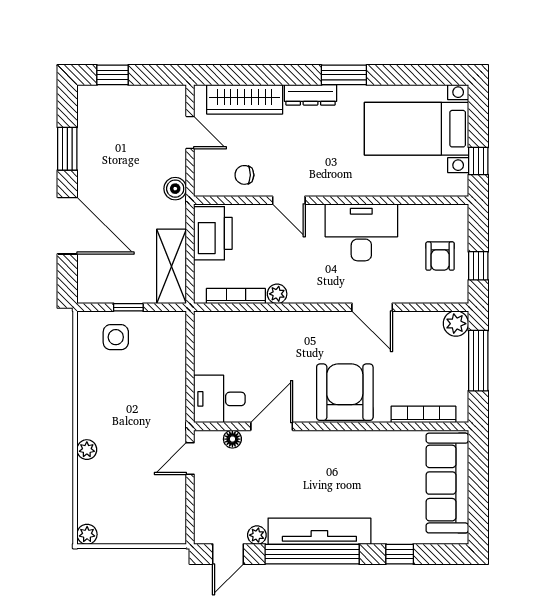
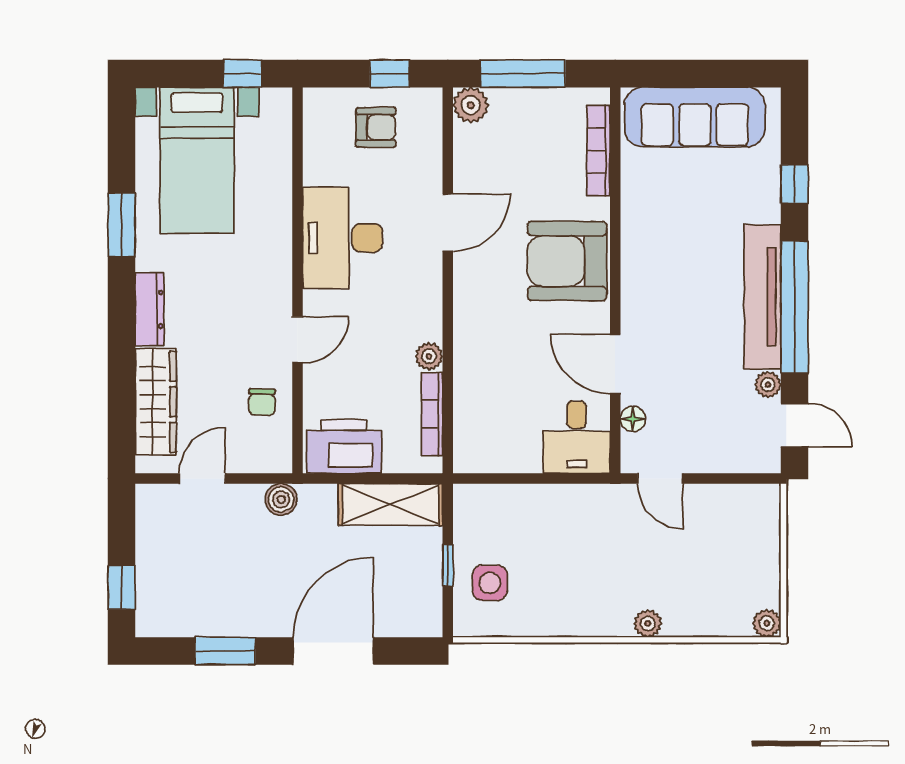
window: (344, 75) -> (122, 225), moved

